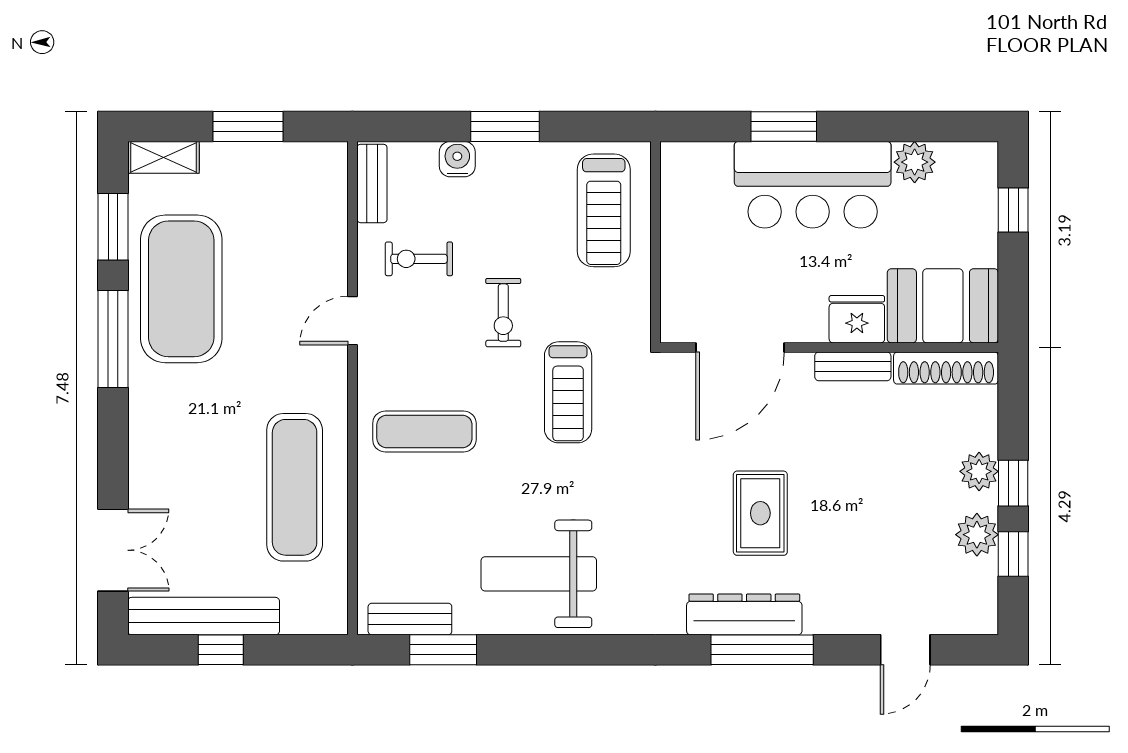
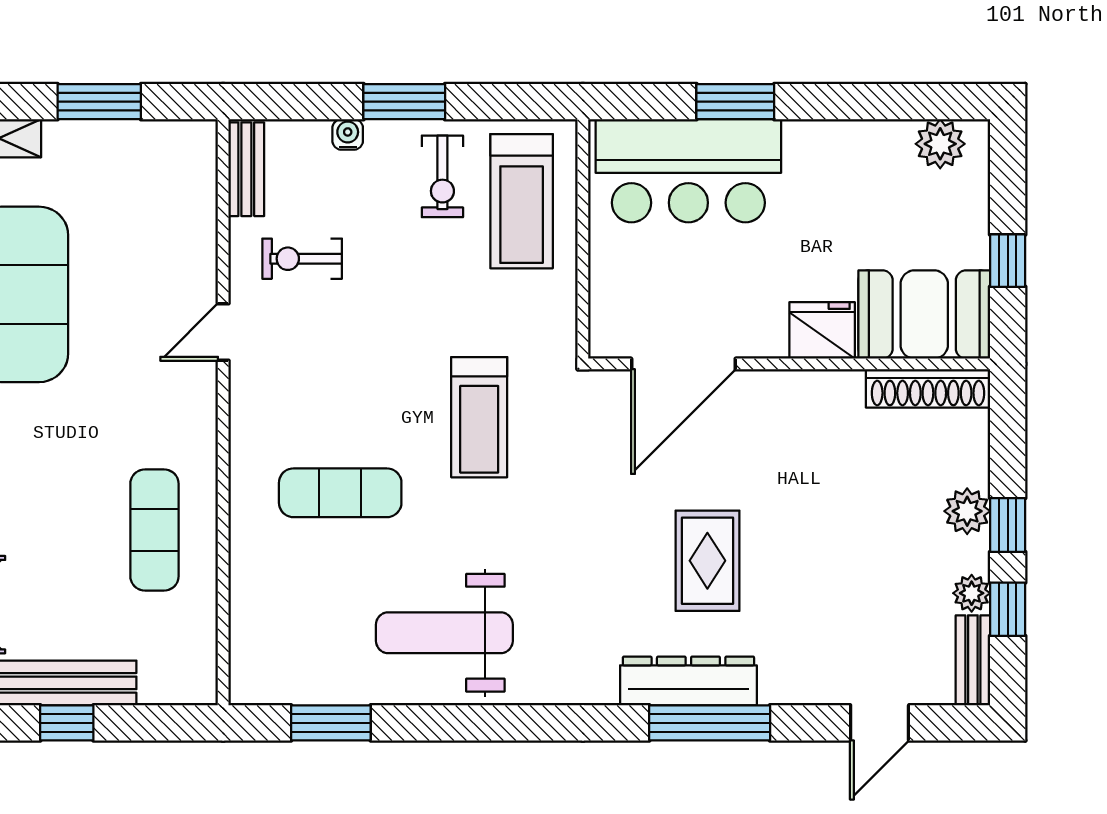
water cooler: (457, 159) -> (348, 134), width x0.72, depth x0.72
plant: (915, 162) -> (940, 144), moved
bar counter: (813, 185) -> (688, 171), moved
window: (1013, 210) -> (1008, 261), moved
exercise bike: (503, 313) -> (442, 176), moved
bench: (853, 366) -> (973, 660), moved, turned 90
exercise mat: (424, 431) -> (340, 493), moved
exercise mat: (295, 487) -> (154, 530), width x0.73, depth x0.69
plant: (977, 535) -> (972, 593), width x0.73, depth x0.73
bench: (410, 619) -> (291, 686), removed

